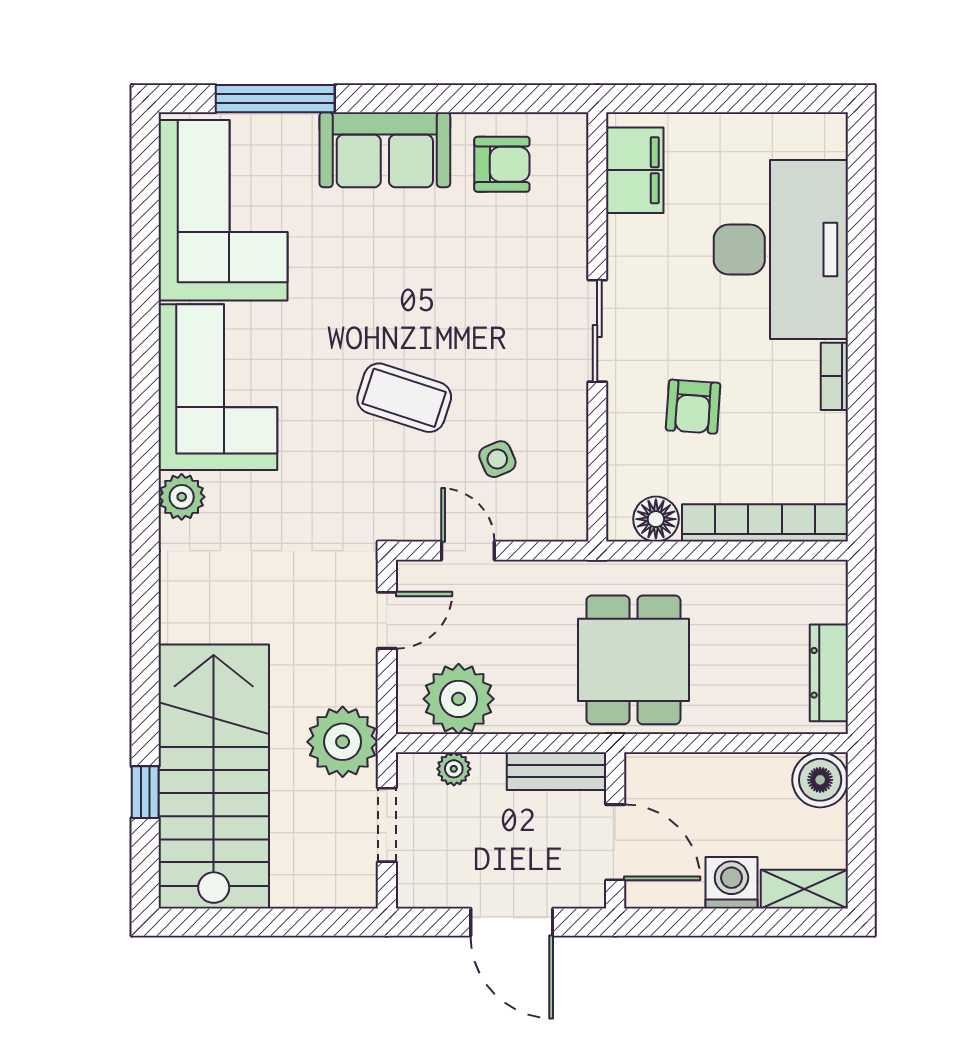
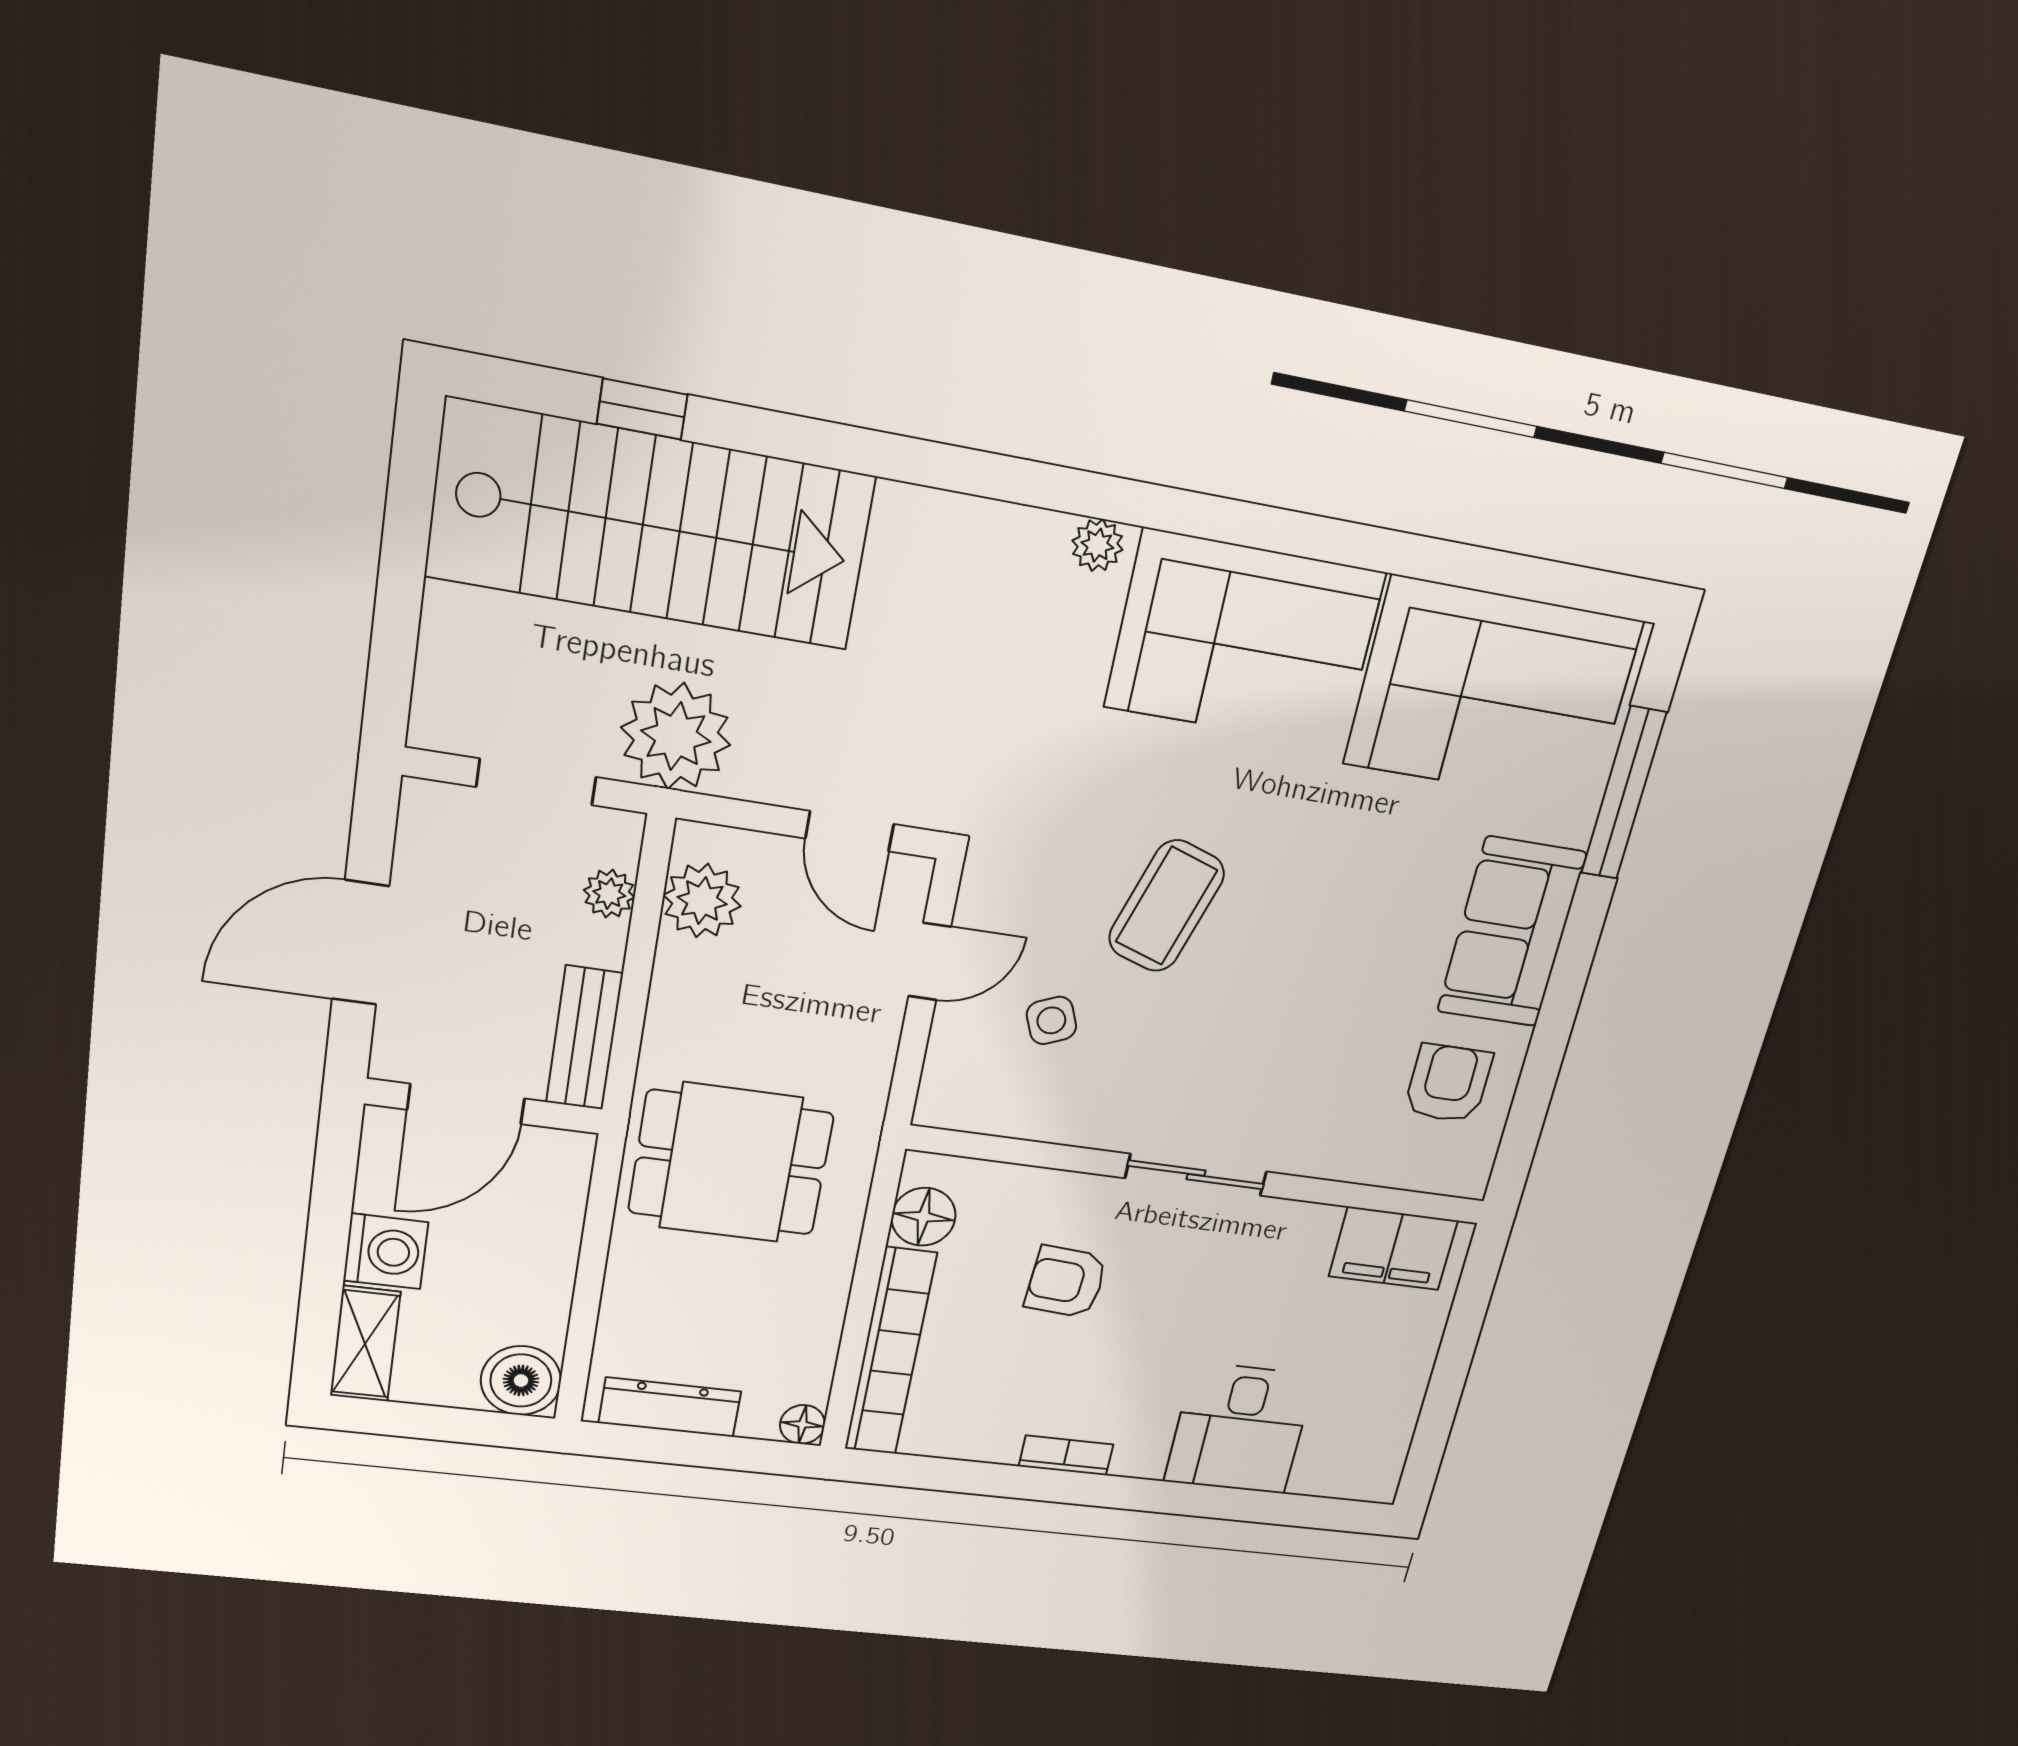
armchair: (502, 164) -> (1448, 1083), turned 180
desk: (781, 250) -> (1239, 1428), width x0.53, depth x0.77
plant: (182, 497) -> (1097, 545), width x0.73, depth x0.73
floor lamp: (832, 576) -> (802, 1424), added
plant: (459, 699) -> (702, 901), width x0.73, depth x0.73

